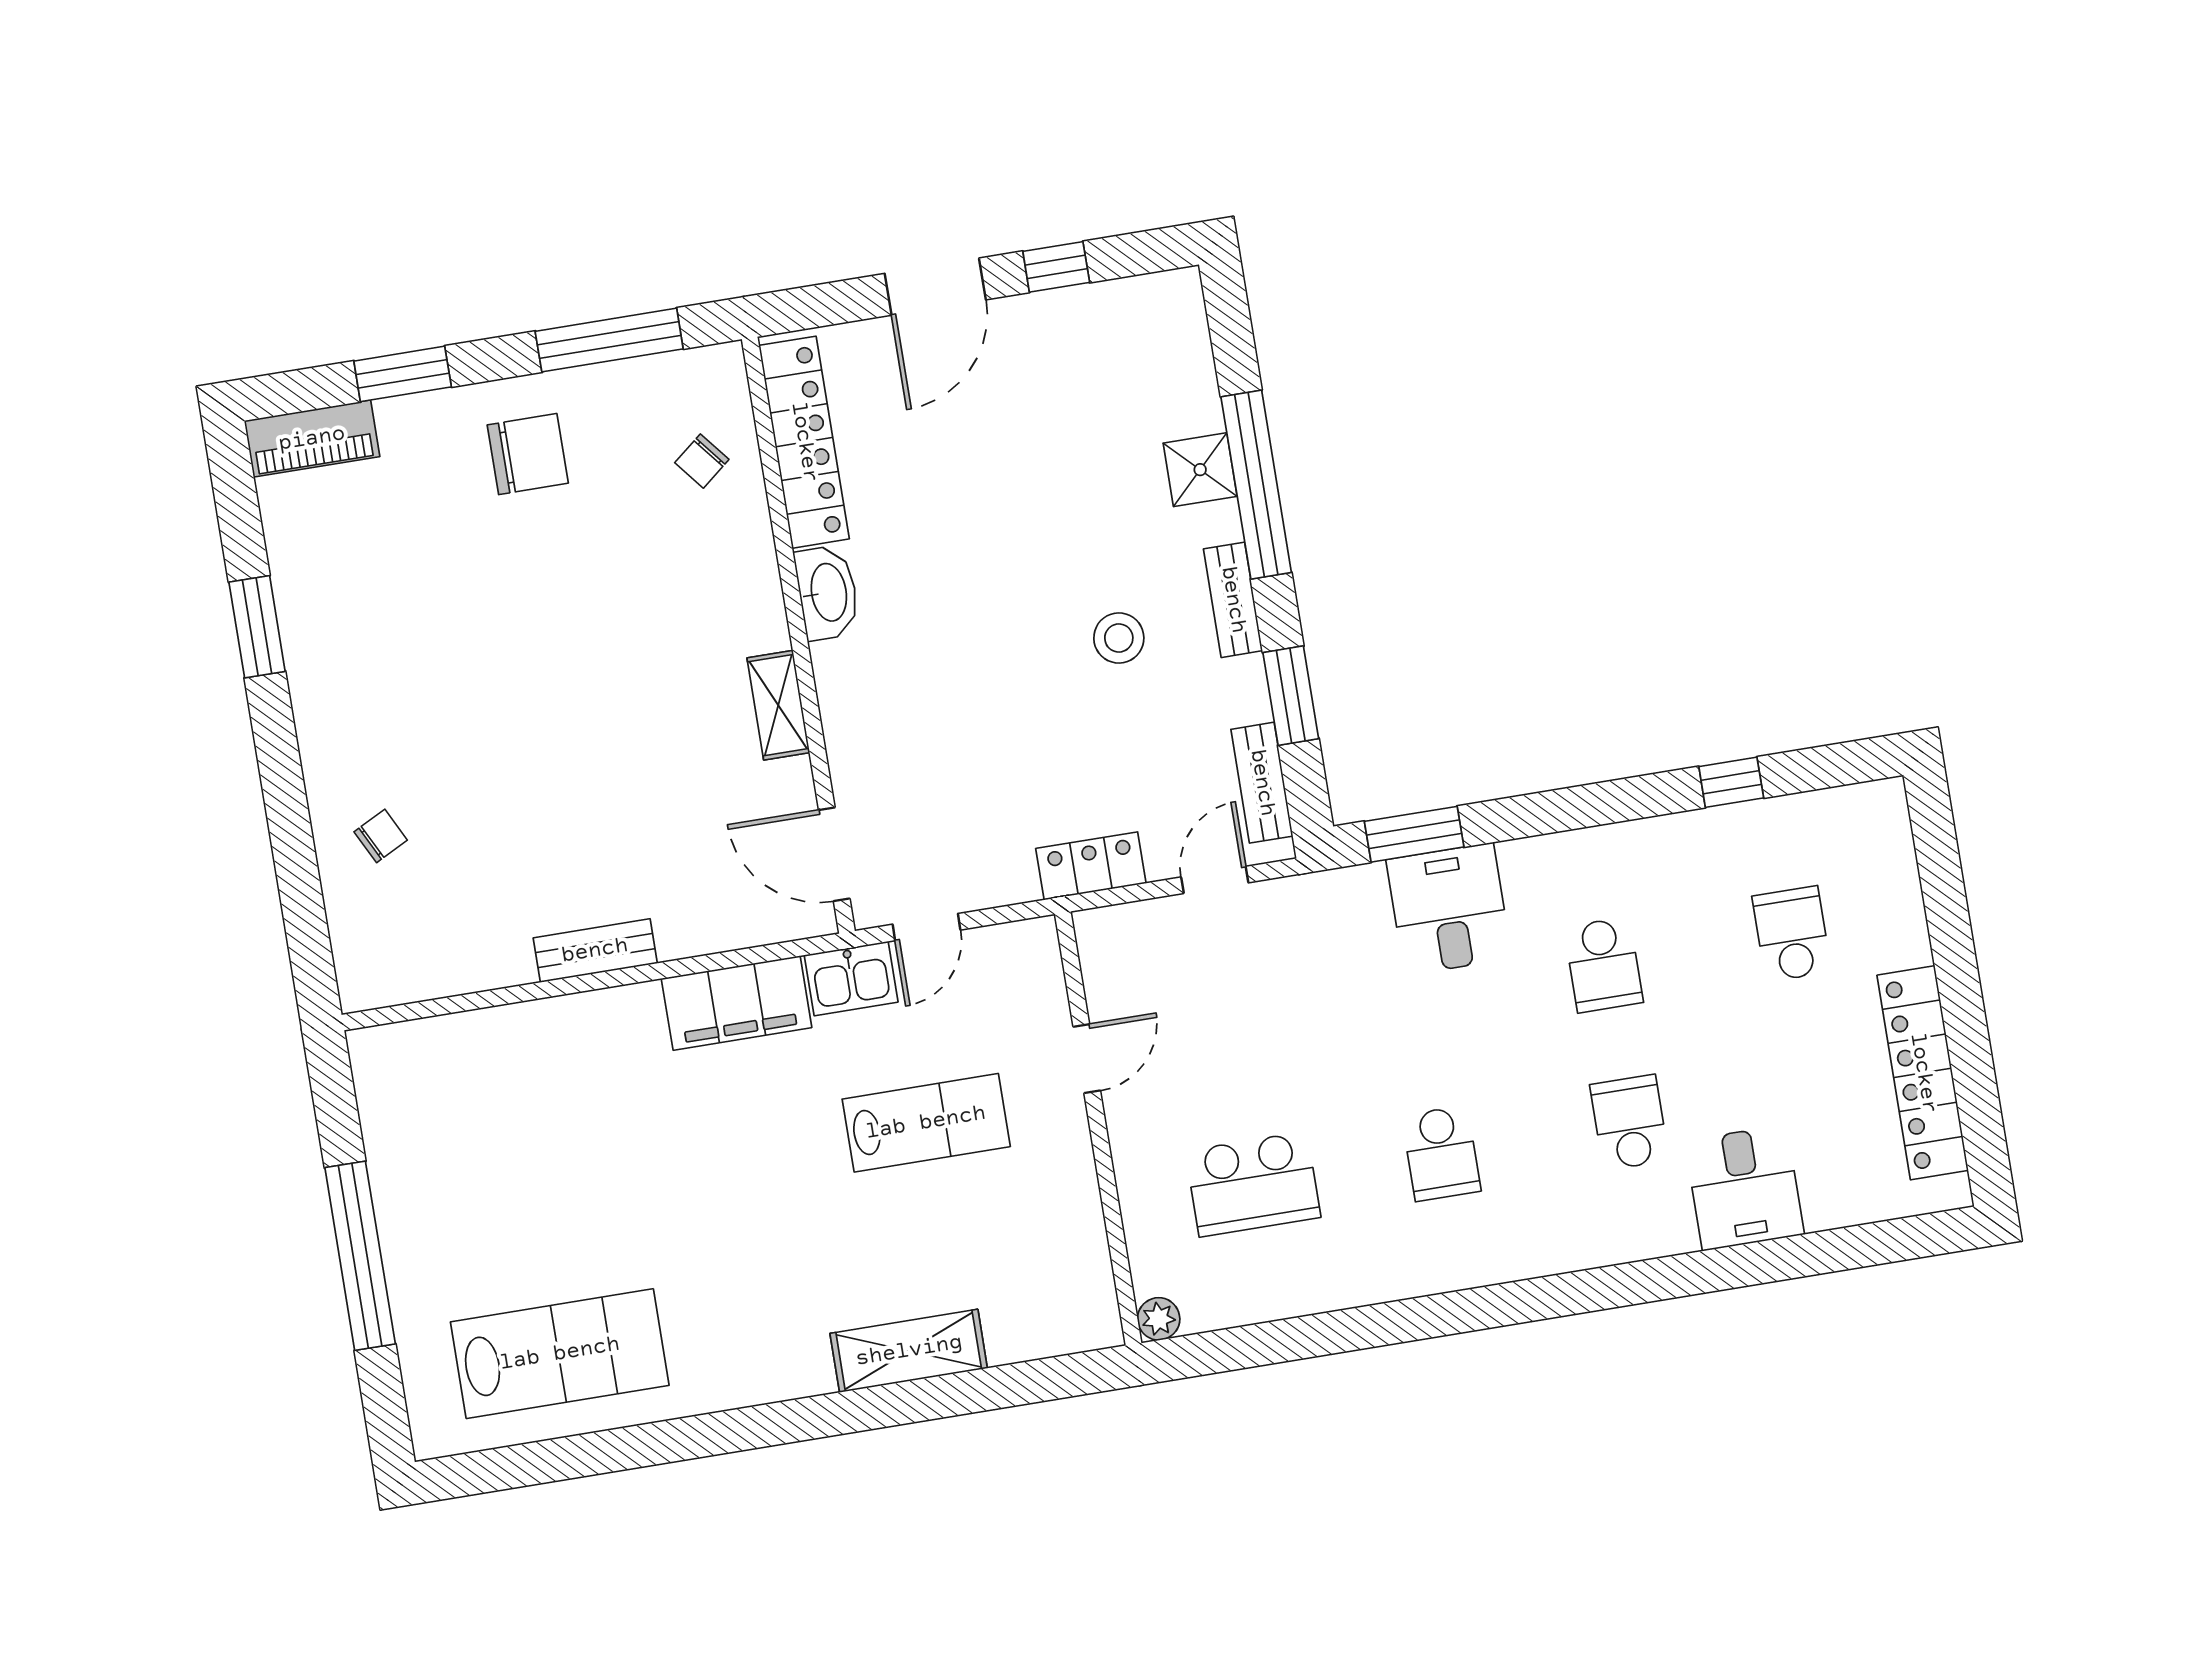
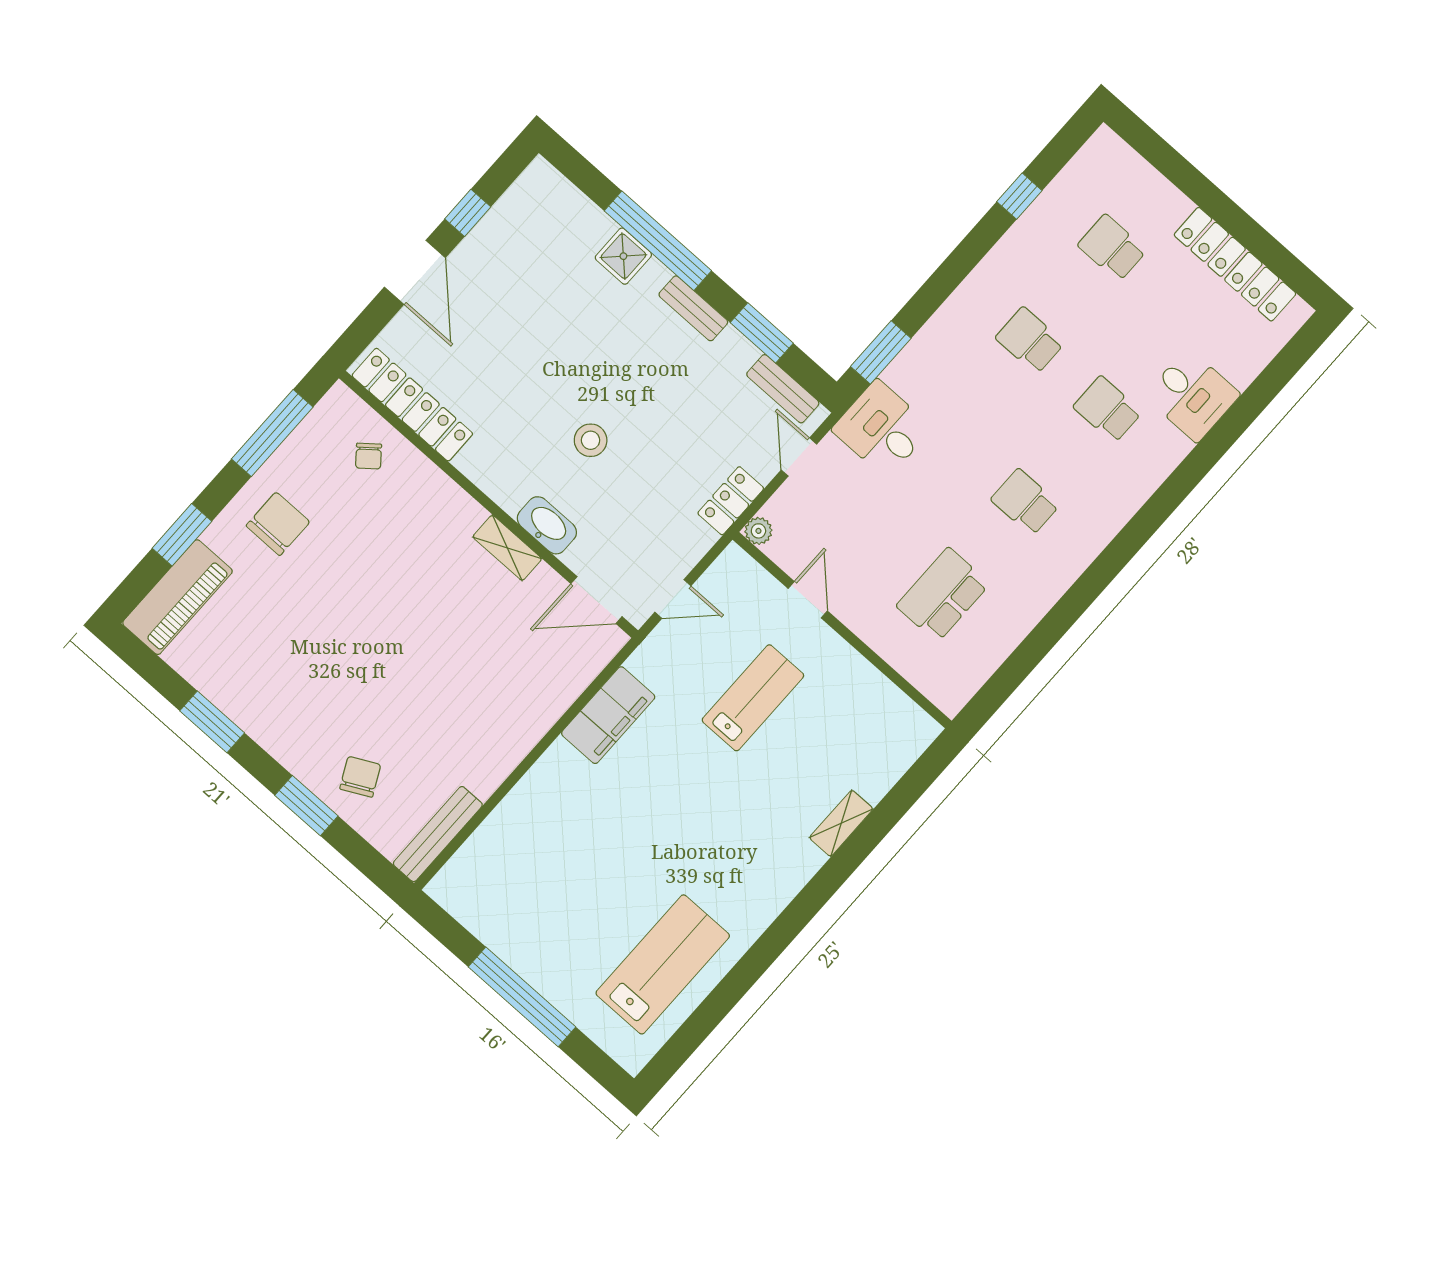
piano: (312, 439) -> (177, 597), width x1.37, depth x1.33
washbasin: (827, 593) -> (547, 525), moved
stool: (1119, 638) -> (591, 440), moved
window: (288, 818) -> (306, 806), added
chair: (381, 836) -> (360, 777), width x1.37, depth x1.37
desk: (1449, 909) -> (882, 429), moved
door: (927, 927) -> (673, 599), hinge flipped
bench: (595, 951) -> (438, 834), moved, width x1.36
school desk: (1604, 965) -> (1030, 340), turned 180
kitchen sink: (851, 979) -> (656, 656), removed
school desk: (1441, 1153) -> (1025, 502), turned 180
school desk: (1253, 1184) -> (943, 595), turned 180
plant: (1159, 1319) -> (758, 531), moved
shelving: (909, 1351) -> (841, 823), width x0.67, depth x0.75

